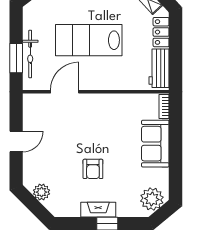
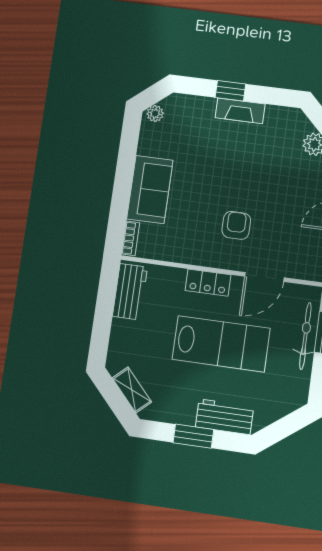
locker: (161, 32) -> (208, 283), moved, turned 90
armchair: (93, 169) -> (236, 225), moved
plant: (152, 199) -> (155, 114), width x0.53, depth x0.53

